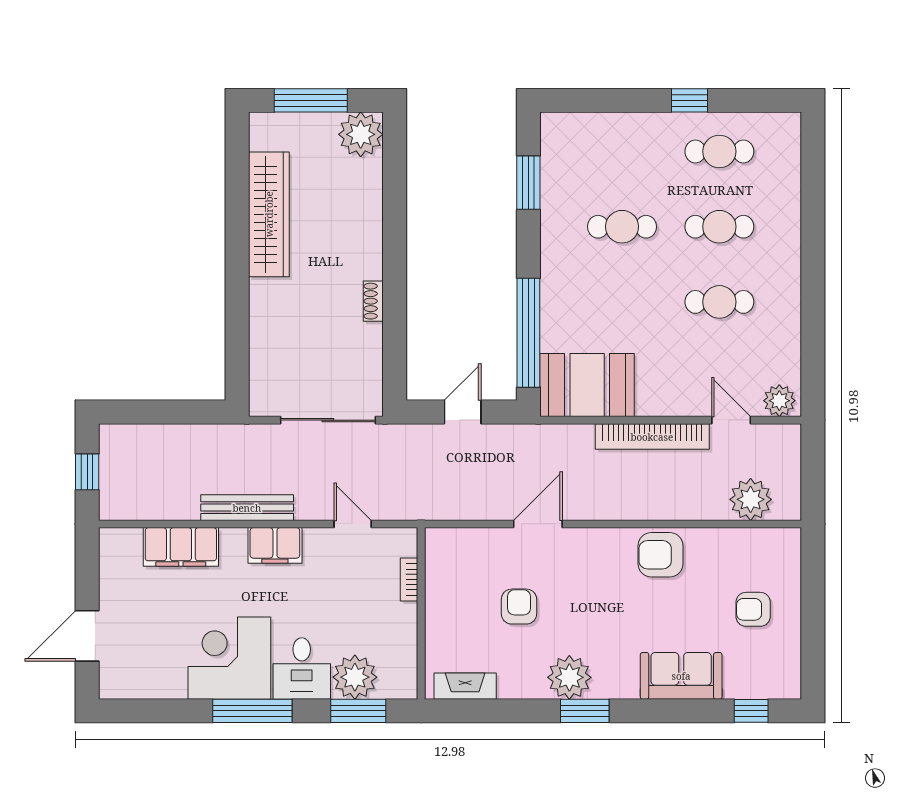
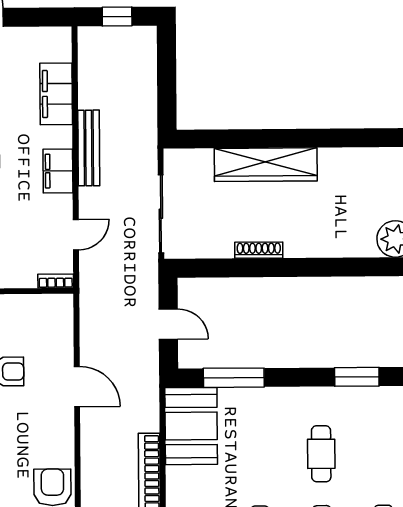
wardrobe: (269, 214) -> (266, 165), moved
shoe rack: (373, 301) -> (259, 250), width x1.43
window: (528, 333) -> (234, 378), width x0.68
bookcase: (409, 580) -> (56, 281), moved

